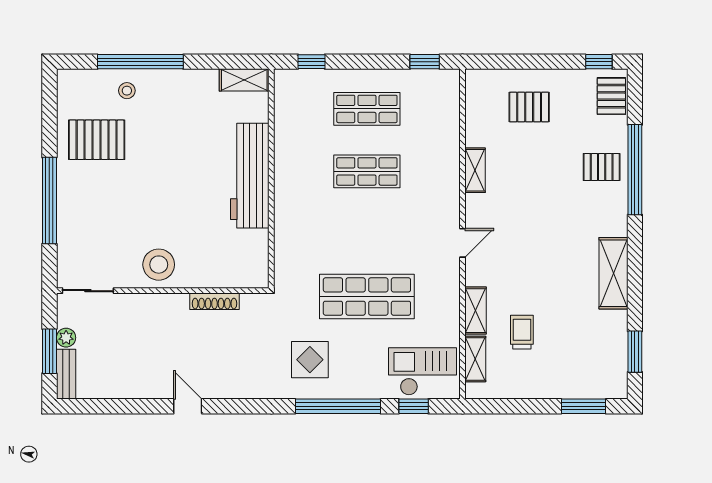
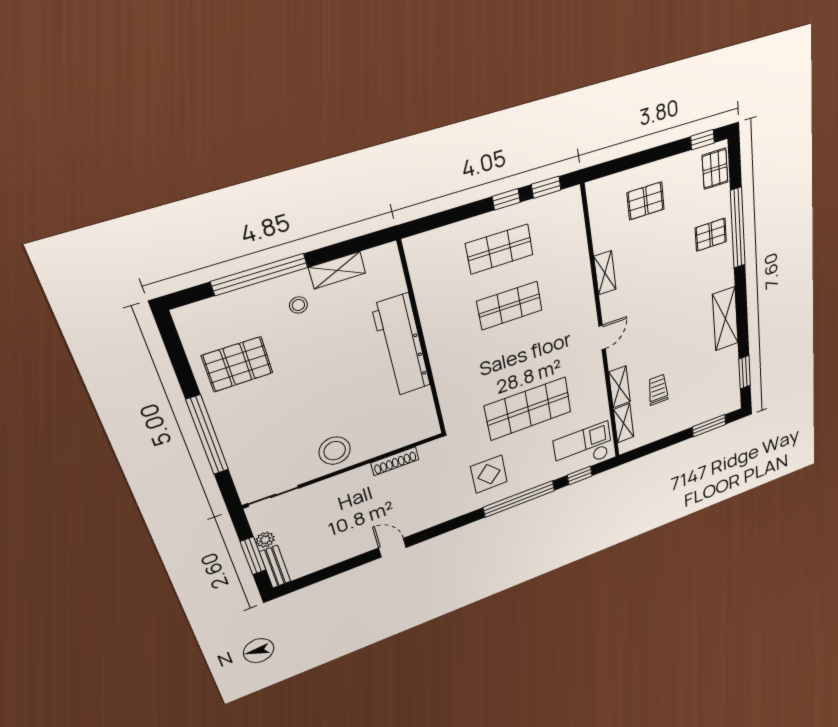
window: (311, 62) -> (506, 199), moved
shelving: (244, 80) -> (337, 270), moved
stool: (127, 91) -> (298, 305), moved

